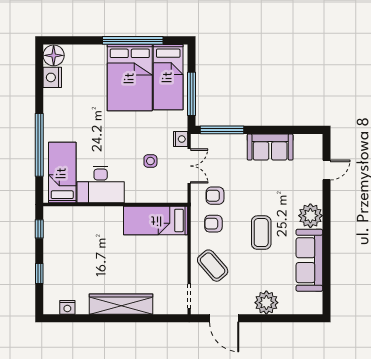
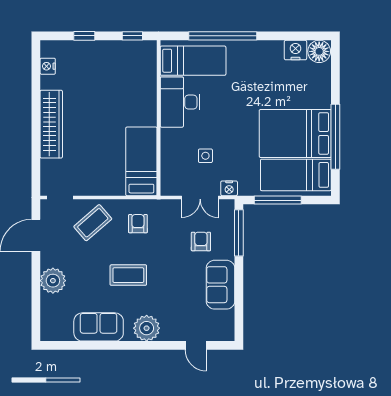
armchair: (215, 196) -> (201, 242), moved
sofa: (309, 260) -> (99, 327), width x0.73

